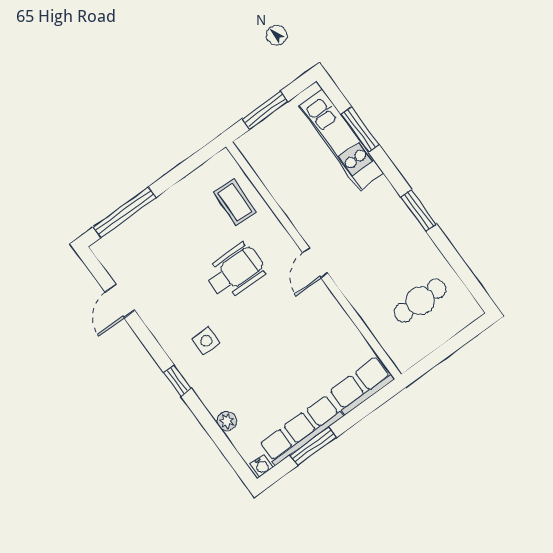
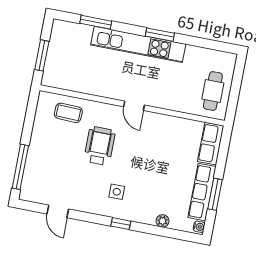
kitchen unit: (341, 140) -> (138, 44), moved, width x1.36
cafe table: (420, 301) -> (213, 91), moved

